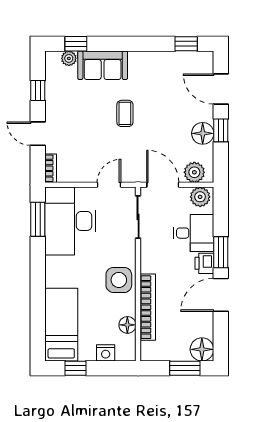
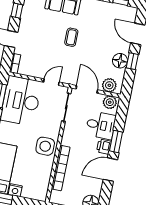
floor lamp: (127, 325) -> (45, 177), removed
nightstand: (106, 353) -> (15, 190), moved

